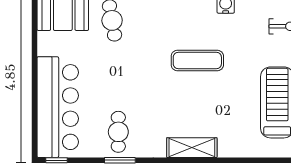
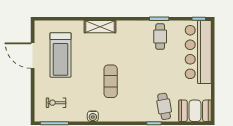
exercise mat: (197, 60) -> (111, 81), turned 90
shelving: (192, 148) -> (100, 27), moved

